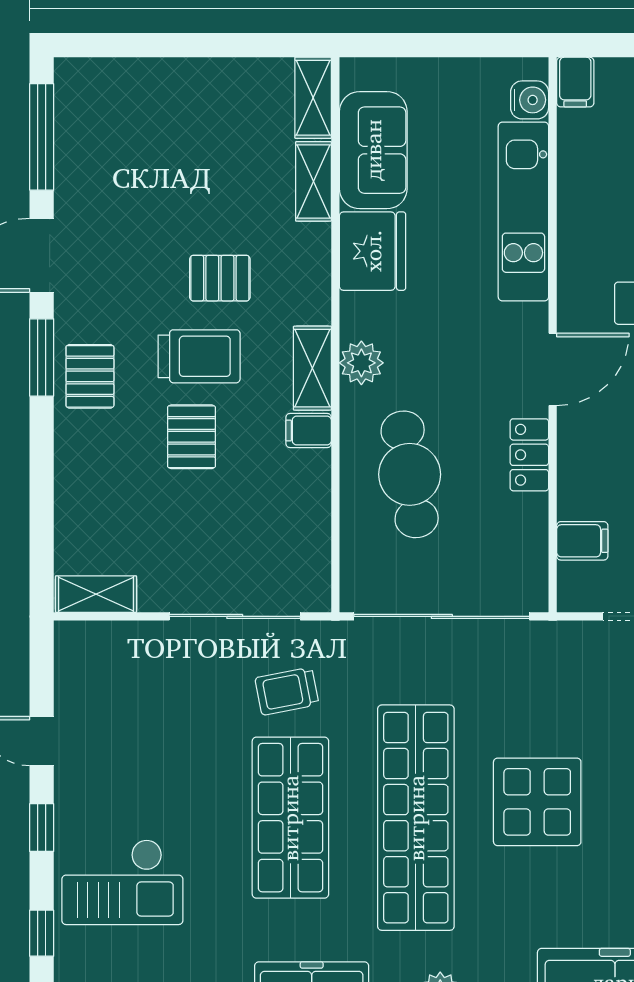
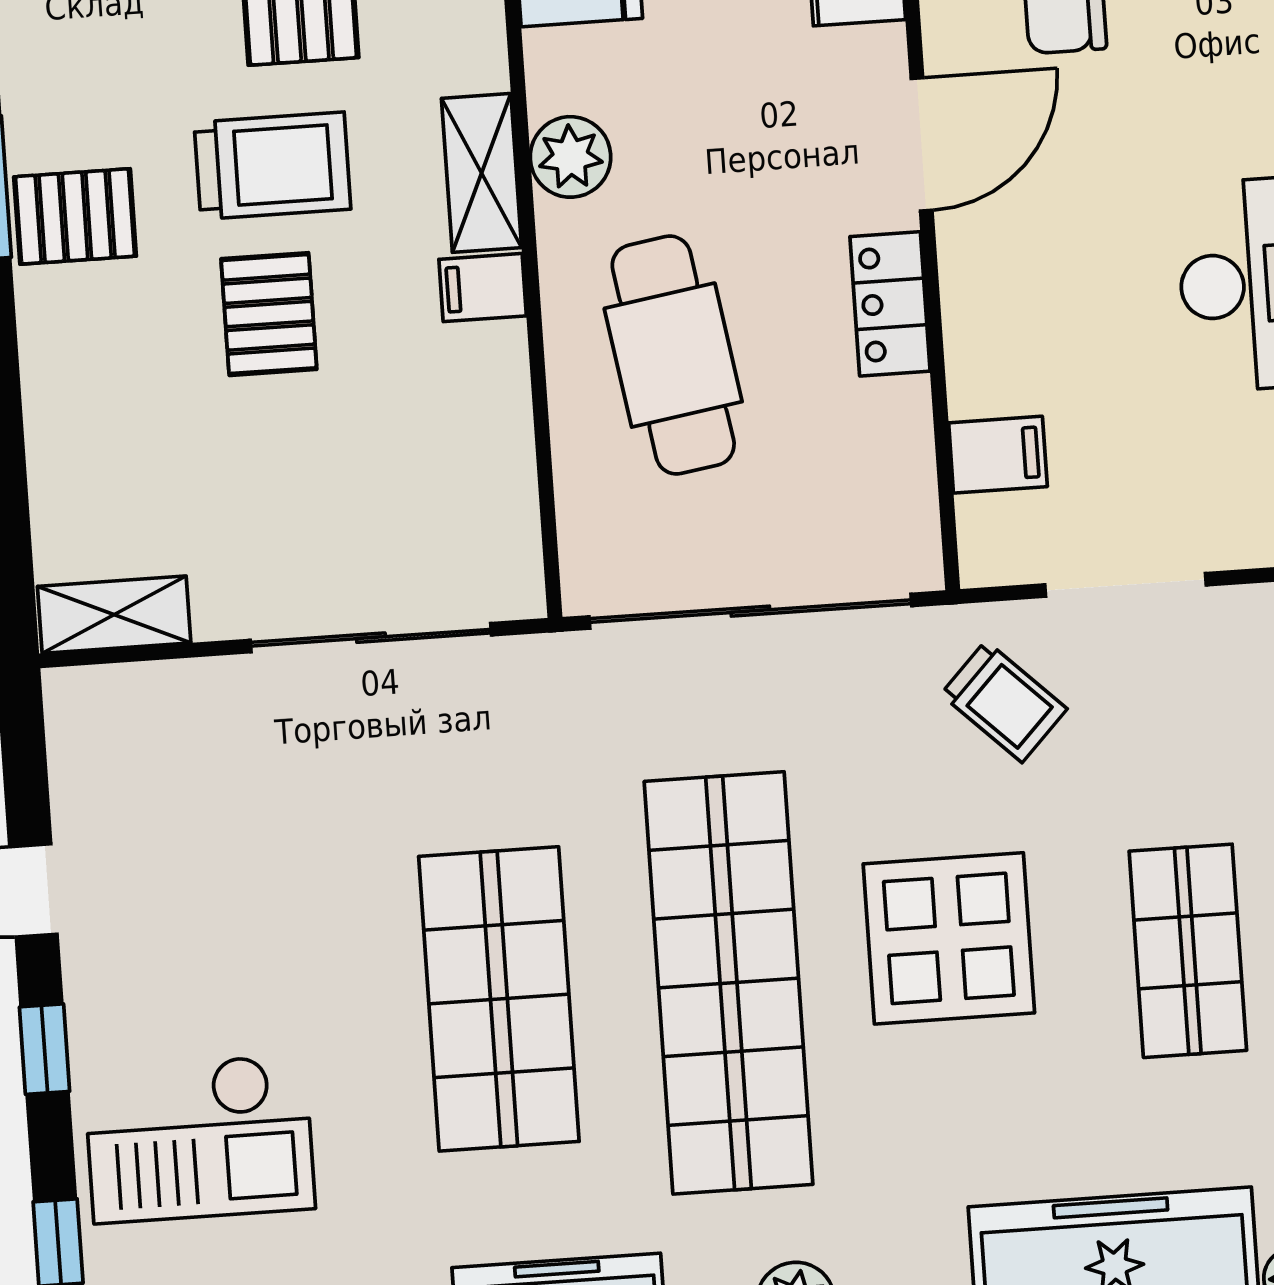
pallet: (90, 376) -> (75, 216), turned 90
trolley: (287, 691) -> (1004, 702), moved, turned -125

